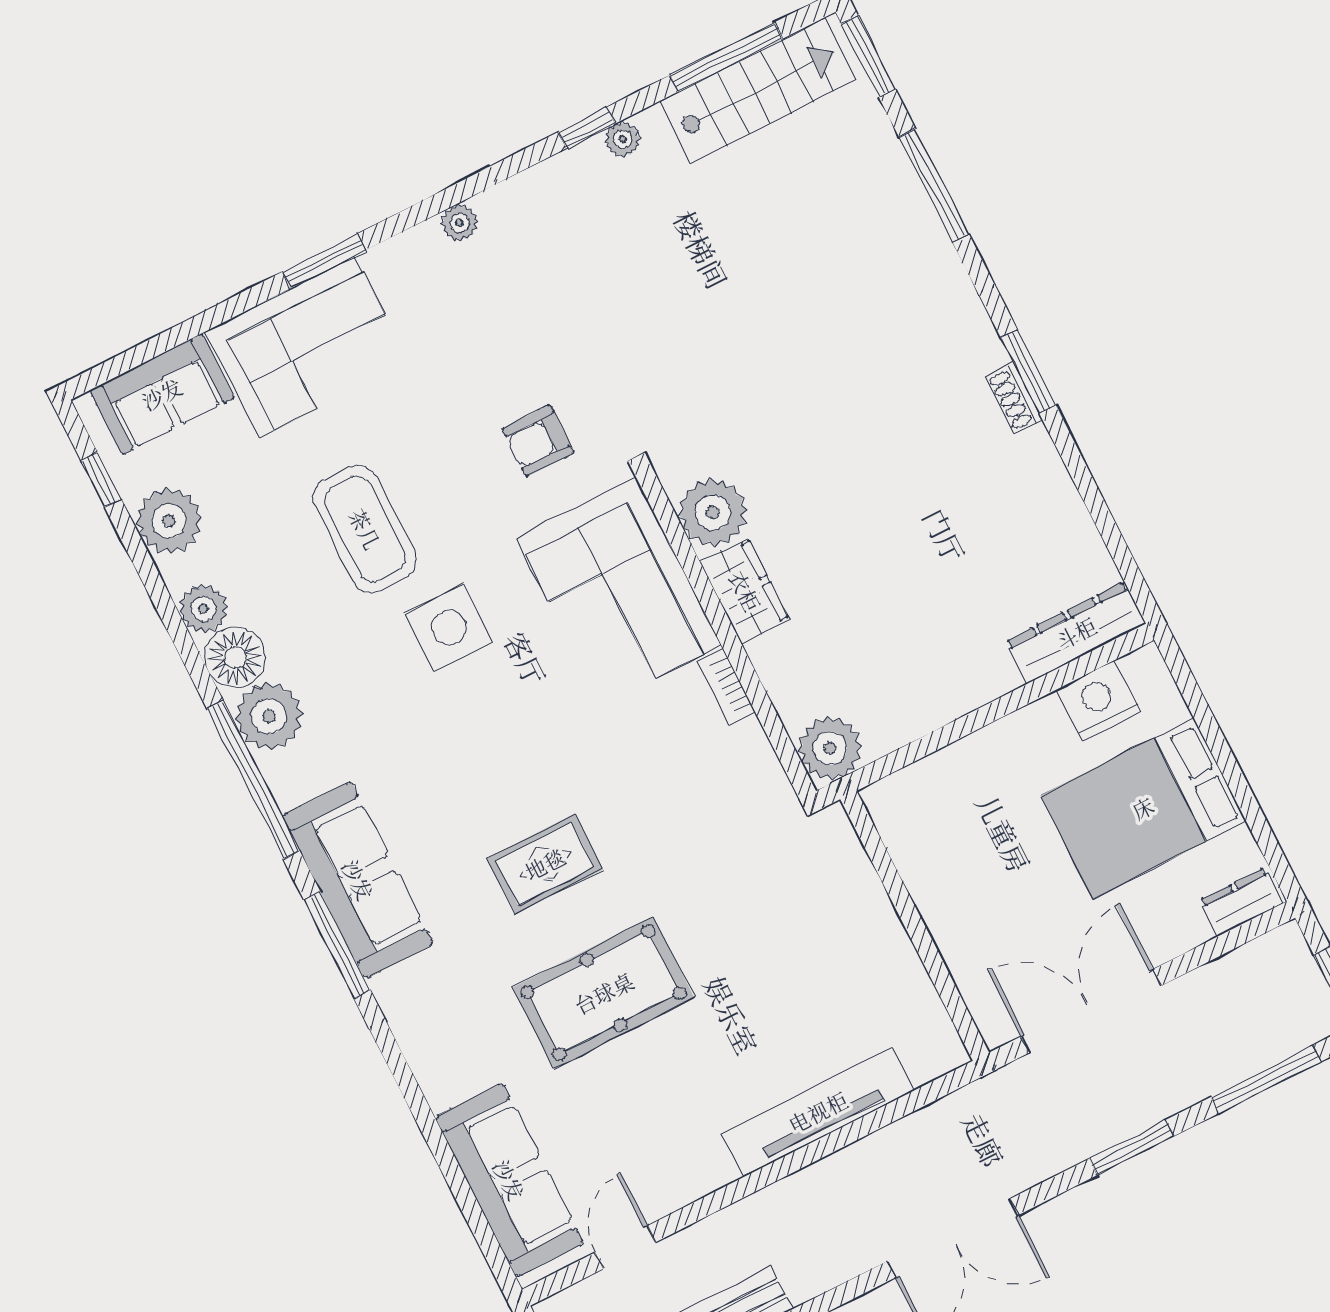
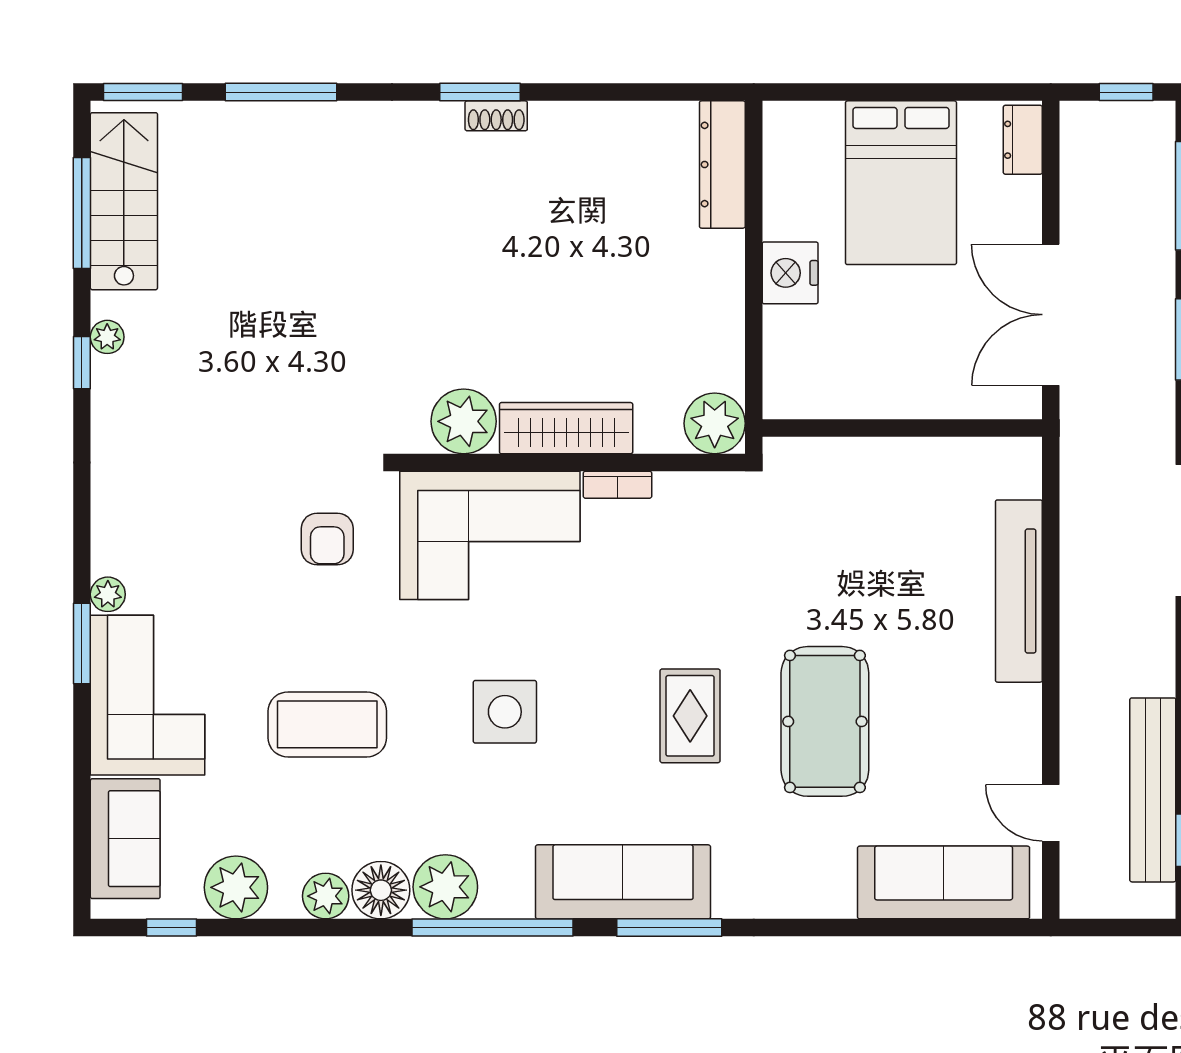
plant: (460, 223) -> (108, 594), moved
wardrobe: (745, 591) -> (566, 428), width x1.50
side table: (449, 628) -> (505, 712), moved
nightstand: (1099, 701) -> (790, 273), moved

